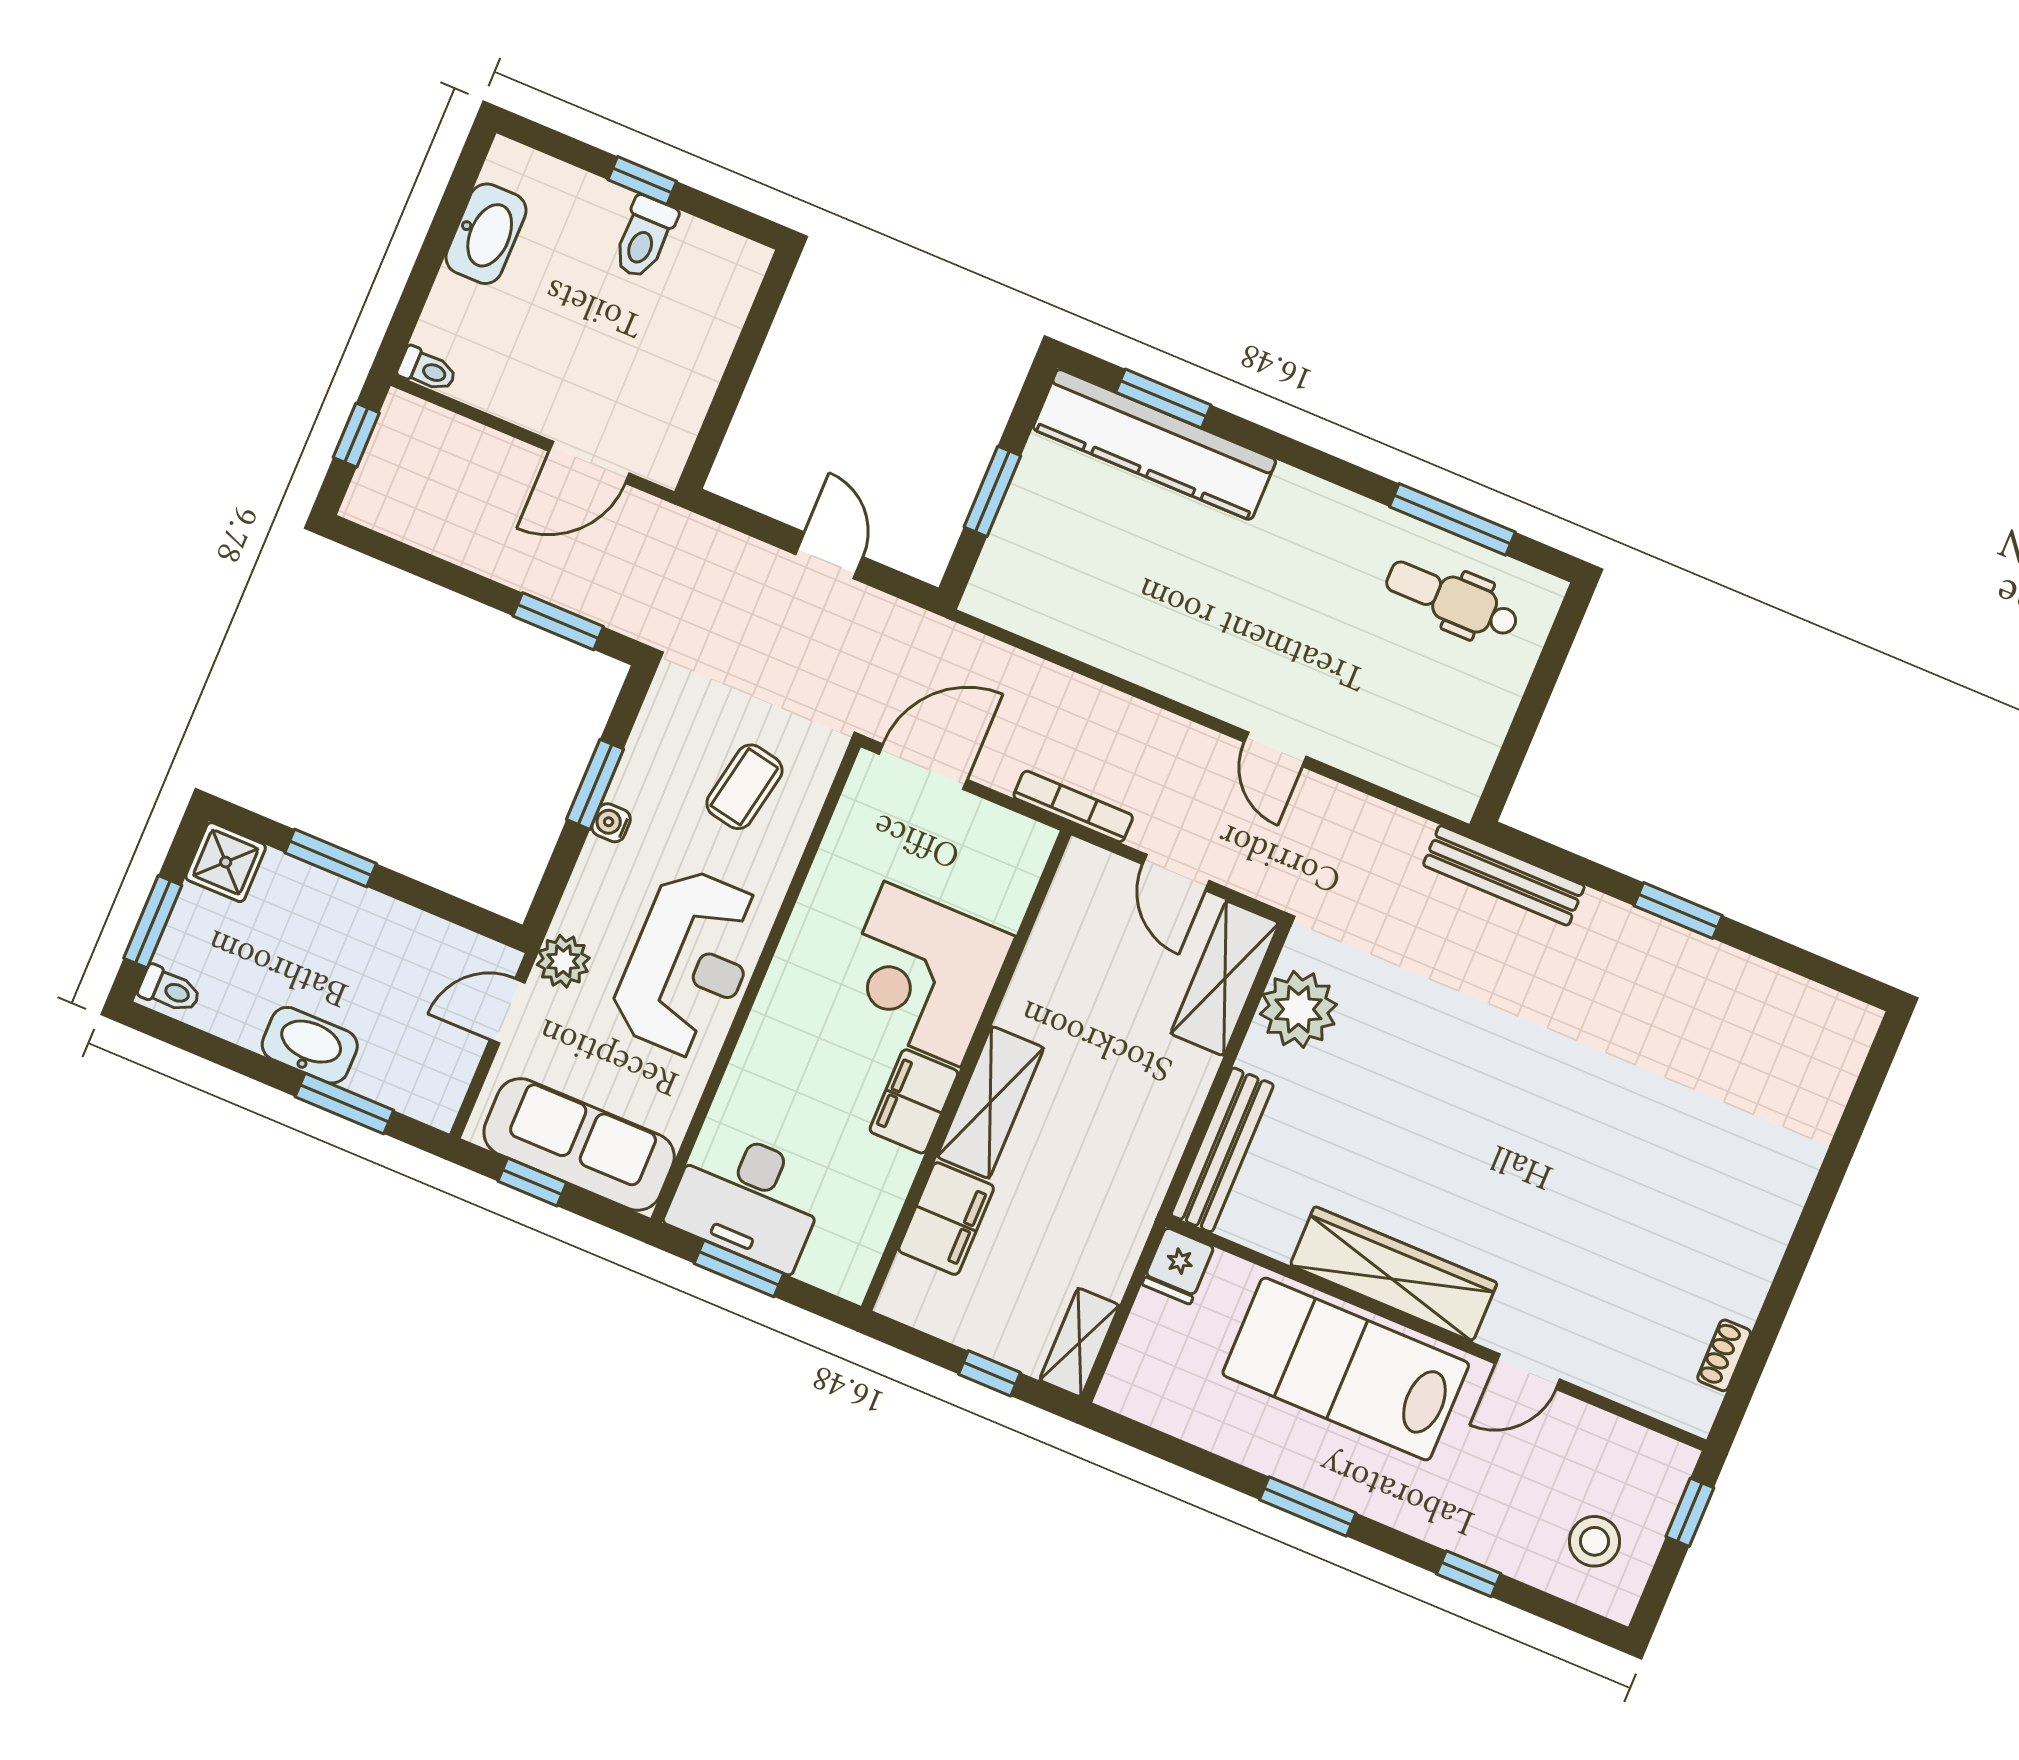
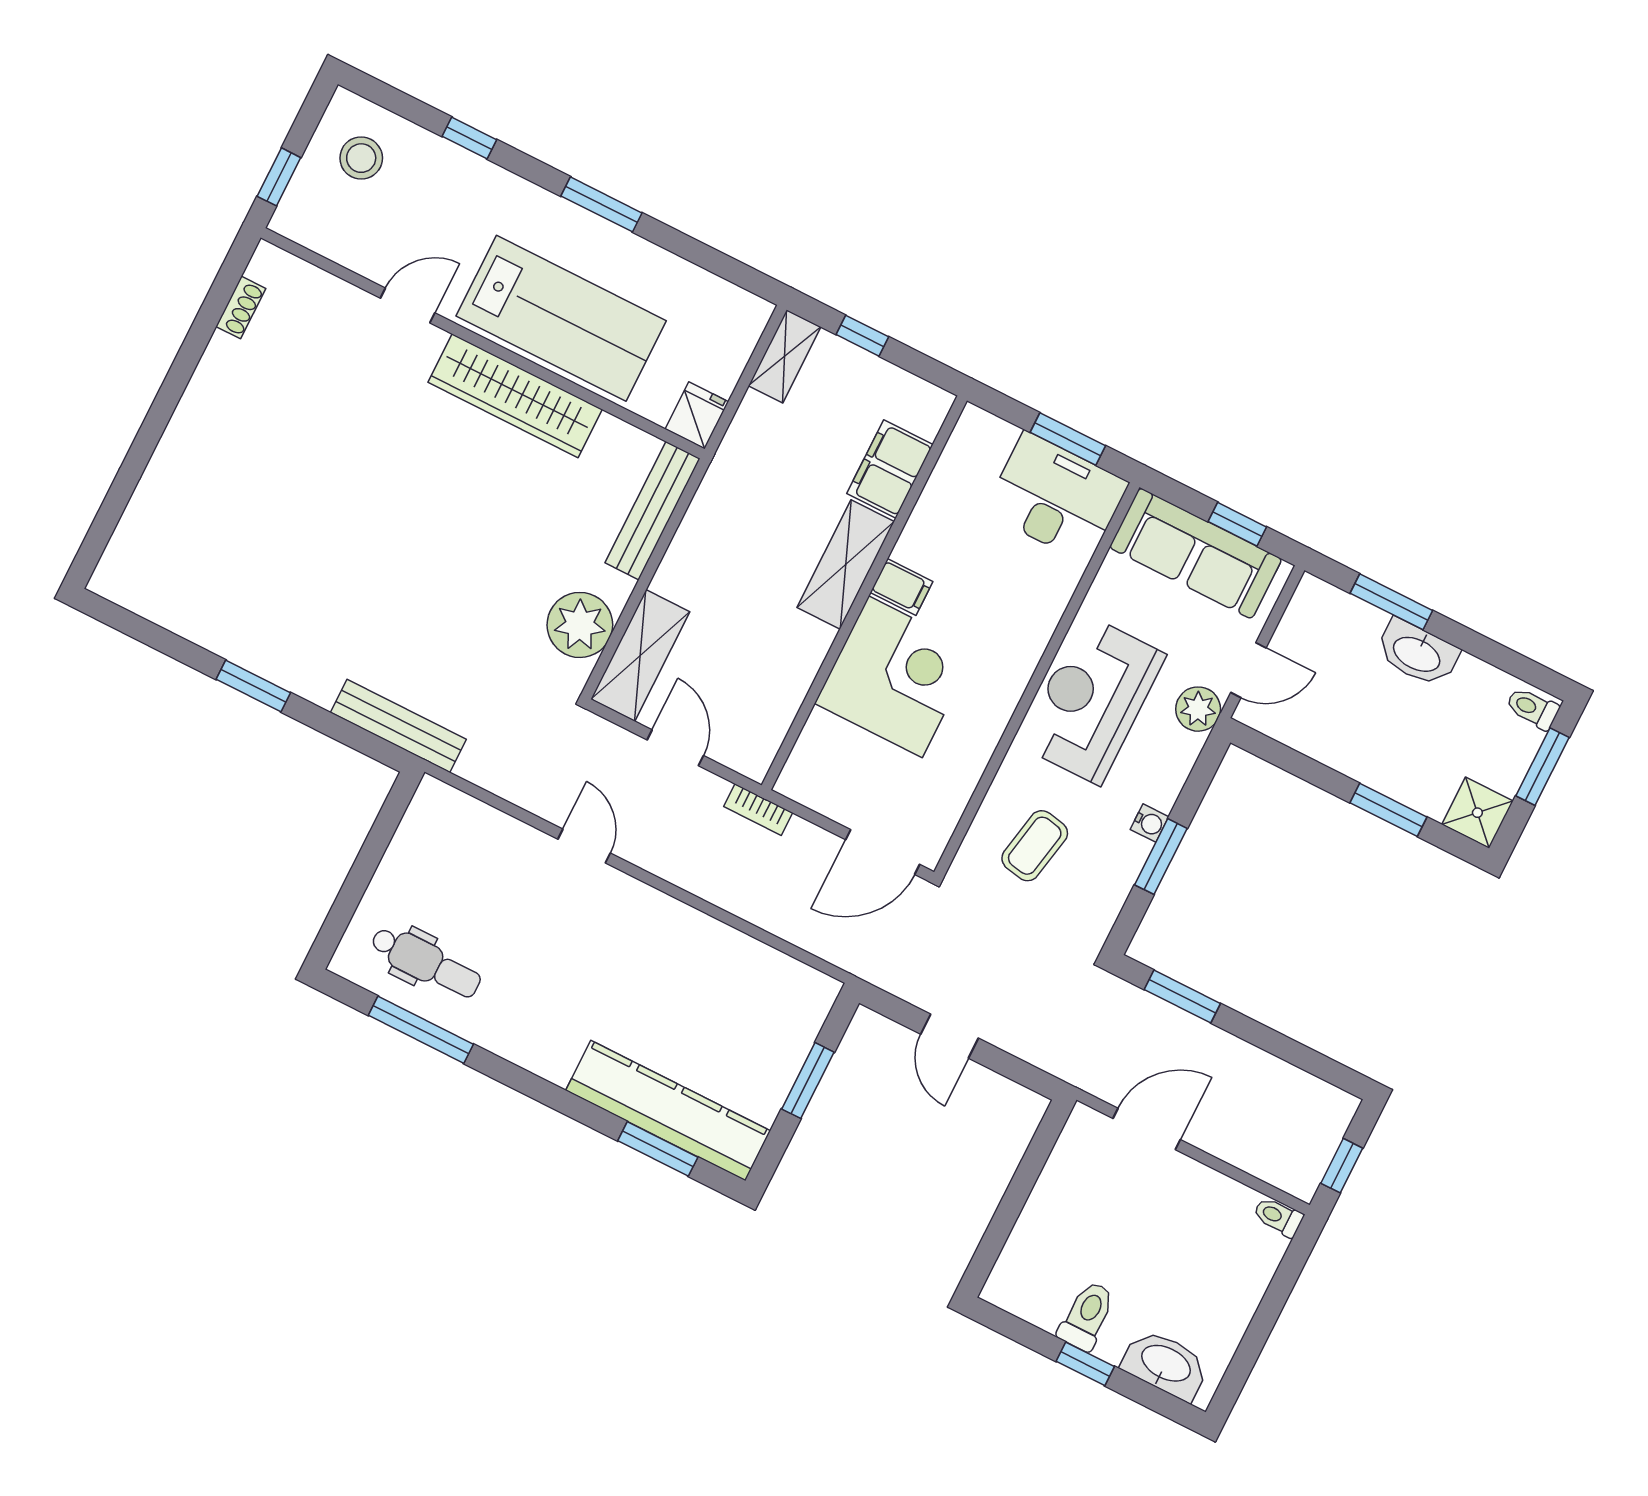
washbasin: (486, 234) -> (1165, 1365), moved, turned 90
bookcase: (1073, 807) -> (758, 810), width x0.64
filing cabinet: (914, 1101) -> (902, 587), width x0.50

